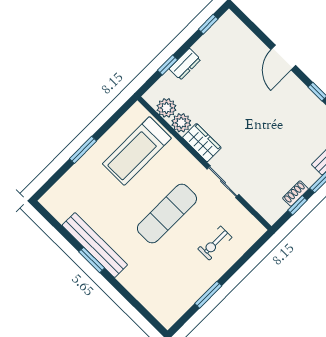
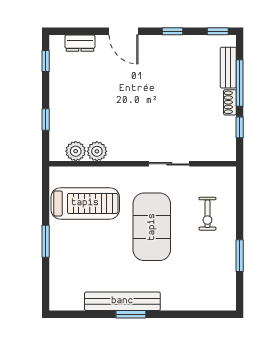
dresser: (185, 64) -> (80, 43), moved, turned 90
wardrobe: (202, 143) -> (126, 151), removed
treadmill: (137, 151) -> (85, 203), turned -90
shoe rack: (296, 194) -> (230, 102), moved
exercise mat: (167, 214) -> (152, 227), width x1.47

